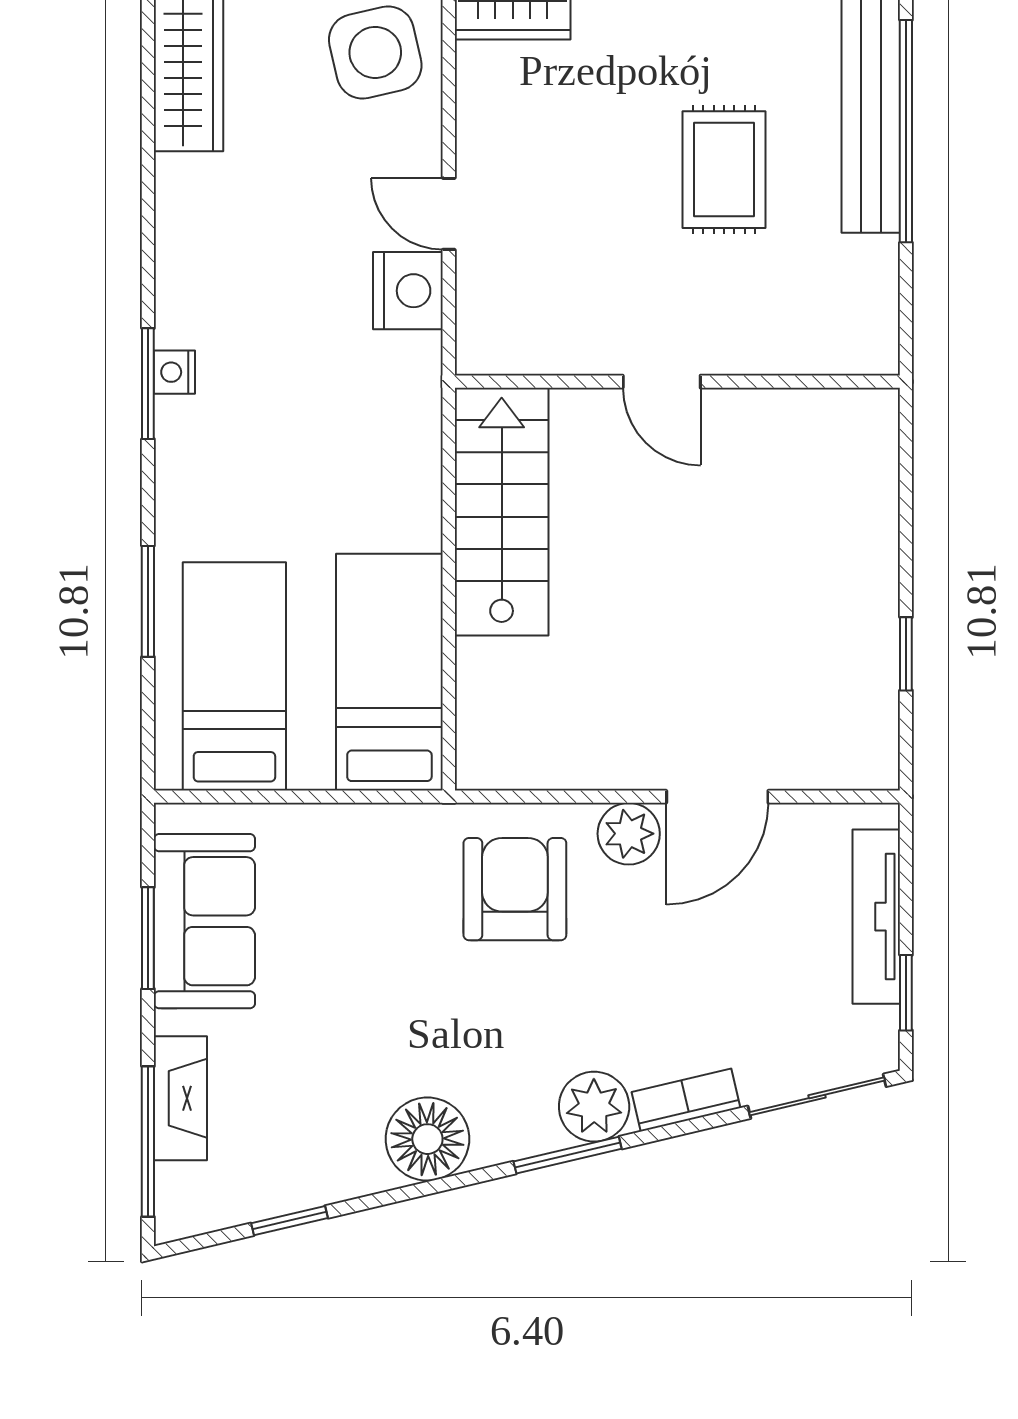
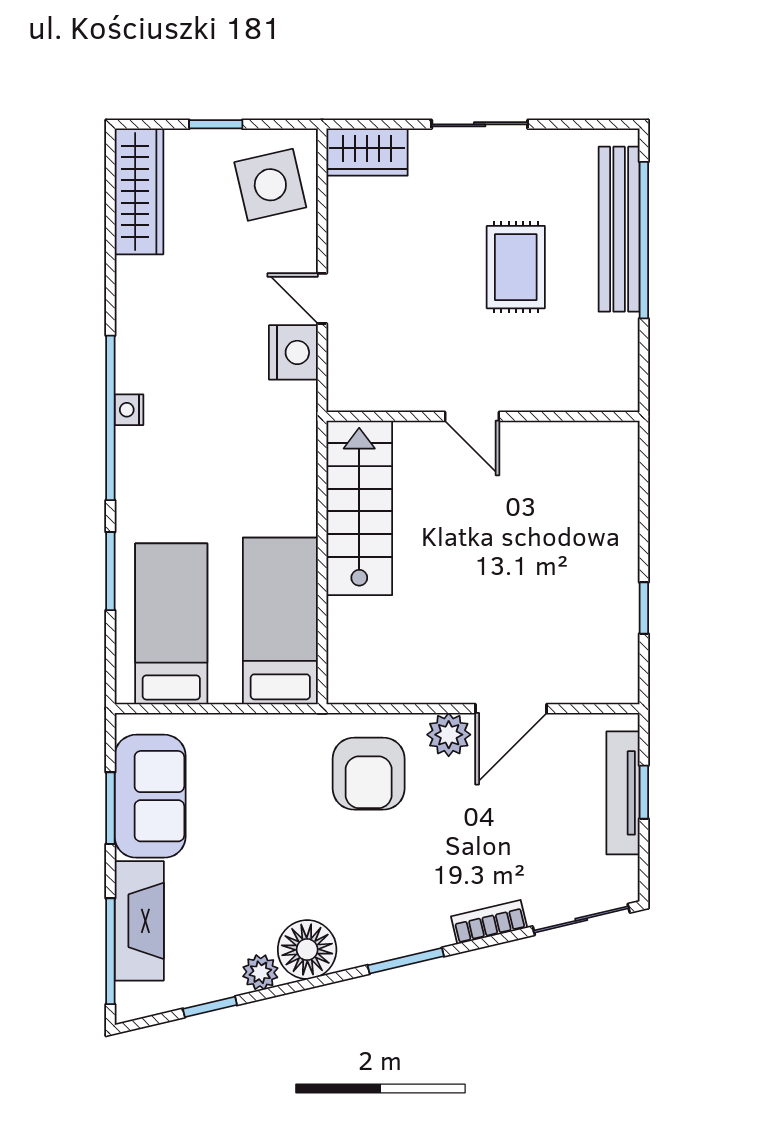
window: (148, 384) -> (110, 418), width x2.11
armchair: (515, 889) -> (369, 774), turned 180
window: (906, 993) -> (644, 792), moved
fireplace: (180, 1098) -> (139, 921), width x1.37, depth x1.32
plant: (594, 1107) -> (260, 972), moved, width x0.73, depth x0.73

